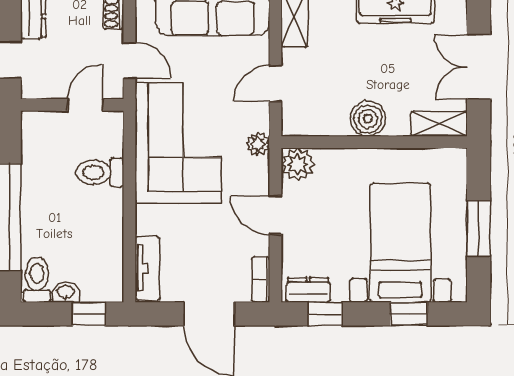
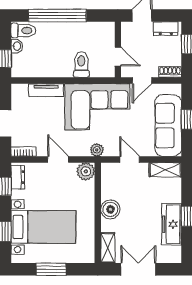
door: (275, 215) -> (58, 159), hinge flipped
tv unit: (147, 268) -> (46, 90), moved

